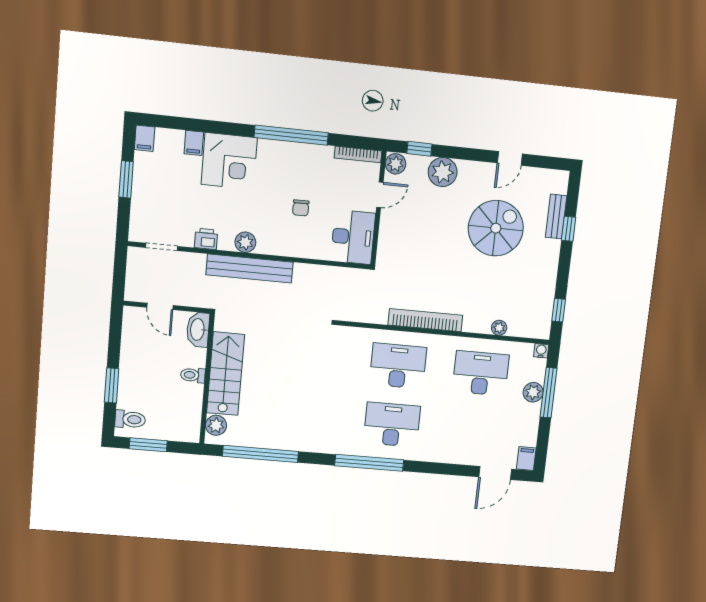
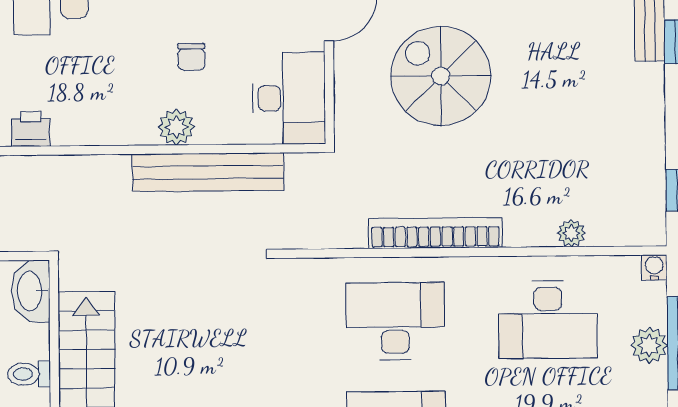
spiral stairs: (496, 228) -> (441, 76), moved, turned -90
plant: (245, 242) -> (176, 127), moved
bench: (250, 268) -> (208, 172), moved
desk: (481, 373) -> (548, 320), turned 180

